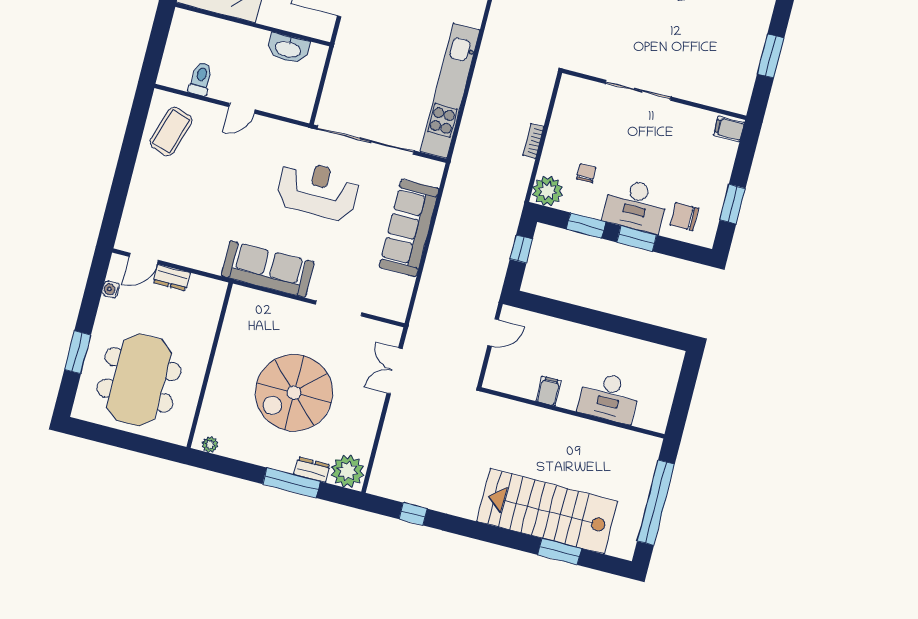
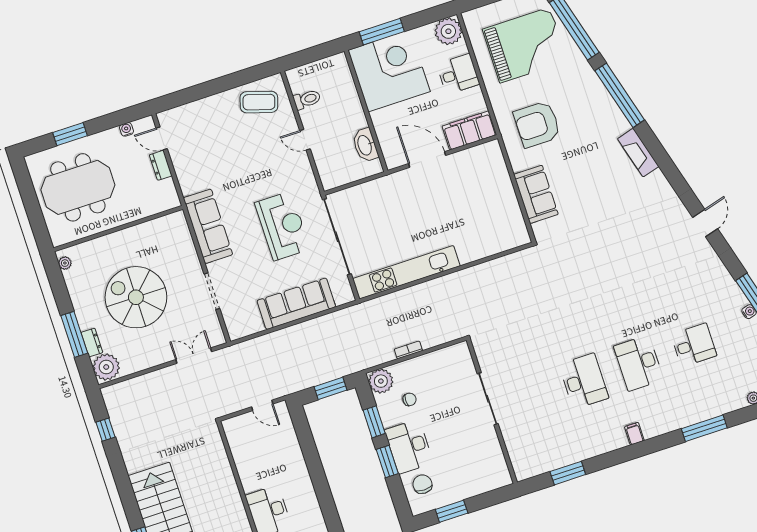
filing cabinet: (729, 129) -> (501, 477), removed
window: (521, 249) -> (330, 388), width x1.50
filing cabinet: (549, 391) -> (247, 468), removed

